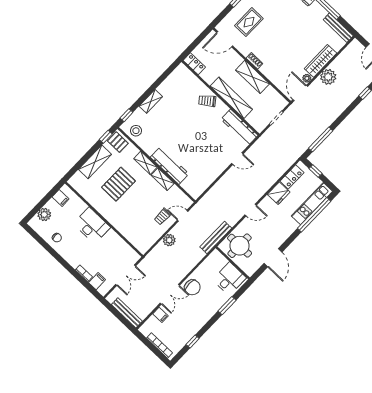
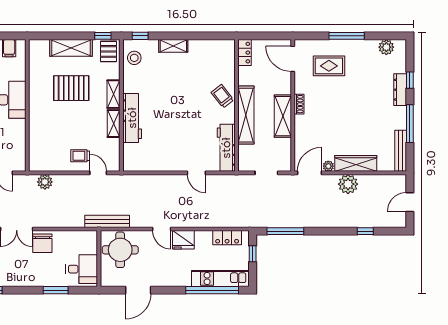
fridge: (279, 193) -> (183, 240), moved
plant: (169, 240) -> (45, 182), moved

